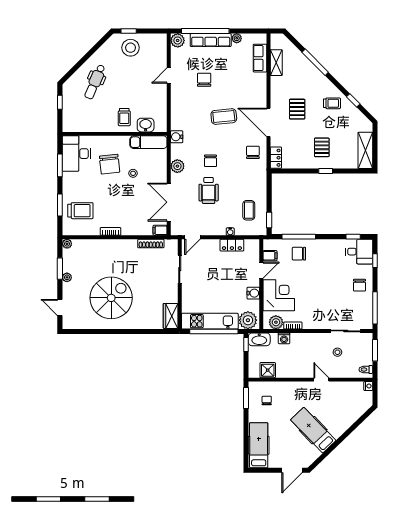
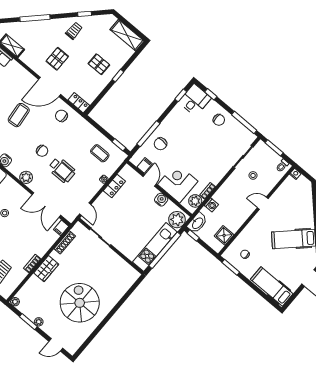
pallet: (297, 109) -> (57, 59), turned 90
wardrobe: (171, 316) -> (46, 269), moved, turned -90

